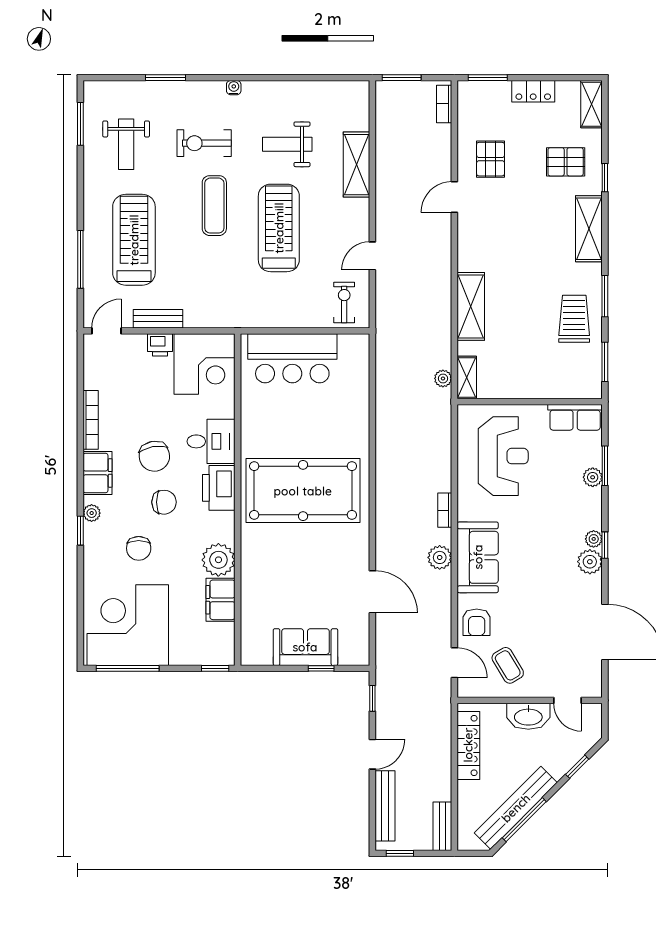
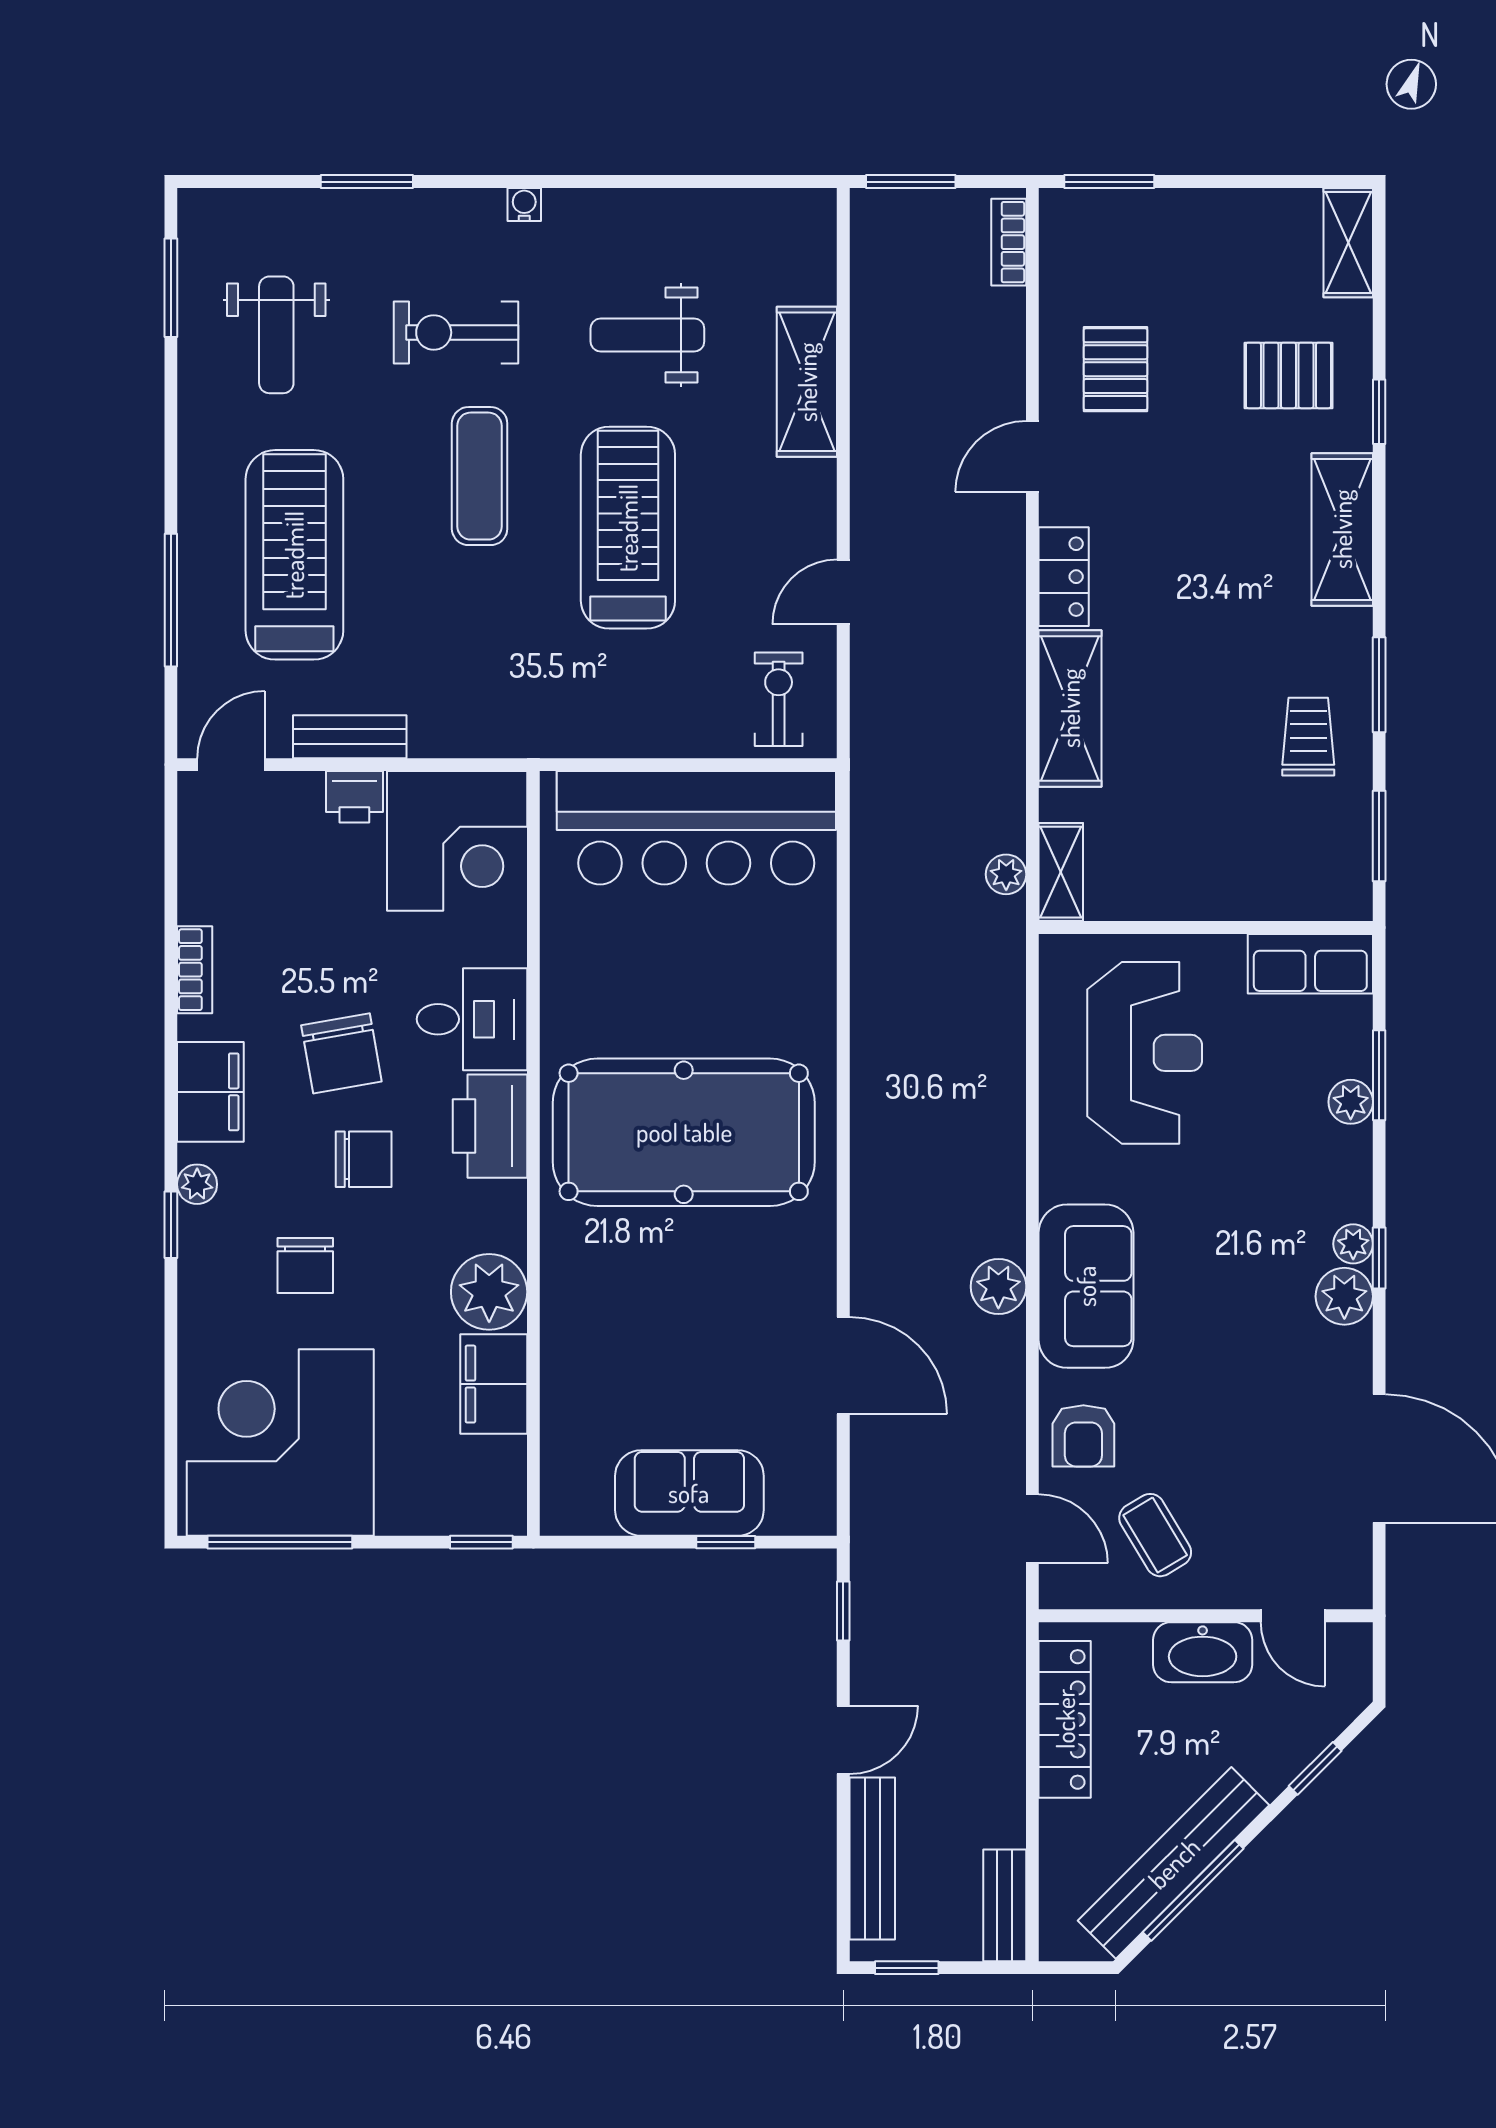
locker: (533, 91) -> (1064, 577), moved, turned -90
trolley: (574, 319) -> (1308, 737), width x0.73, depth x0.72
bar counter: (292, 358) -> (696, 828), width x1.36
bookcase: (91, 420) -> (195, 970), width x0.64
bookcase: (445, 510) -> (1010, 1177), removed

